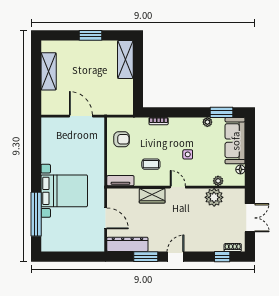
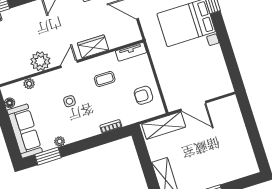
shelving: (49, 71) -> (164, 125), moved, turned 90
door: (178, 187) -> (69, 64), swing flipped
plant: (214, 197) -> (40, 61), moved

